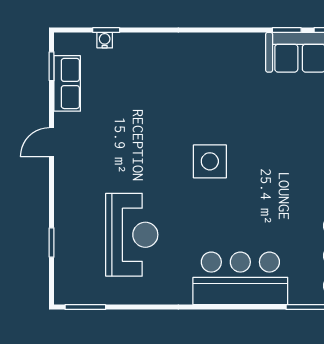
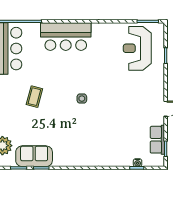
side table: (210, 161) -> (82, 99), width x0.54, depth x0.54
coffee table: (299, 165) -> (34, 97), added
reception desk: (132, 235) -> (137, 48), moved

